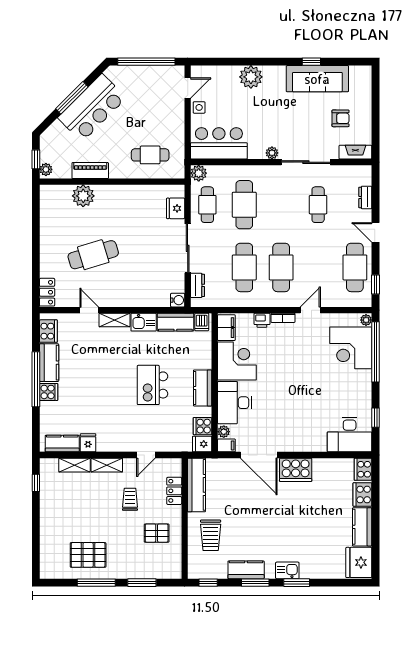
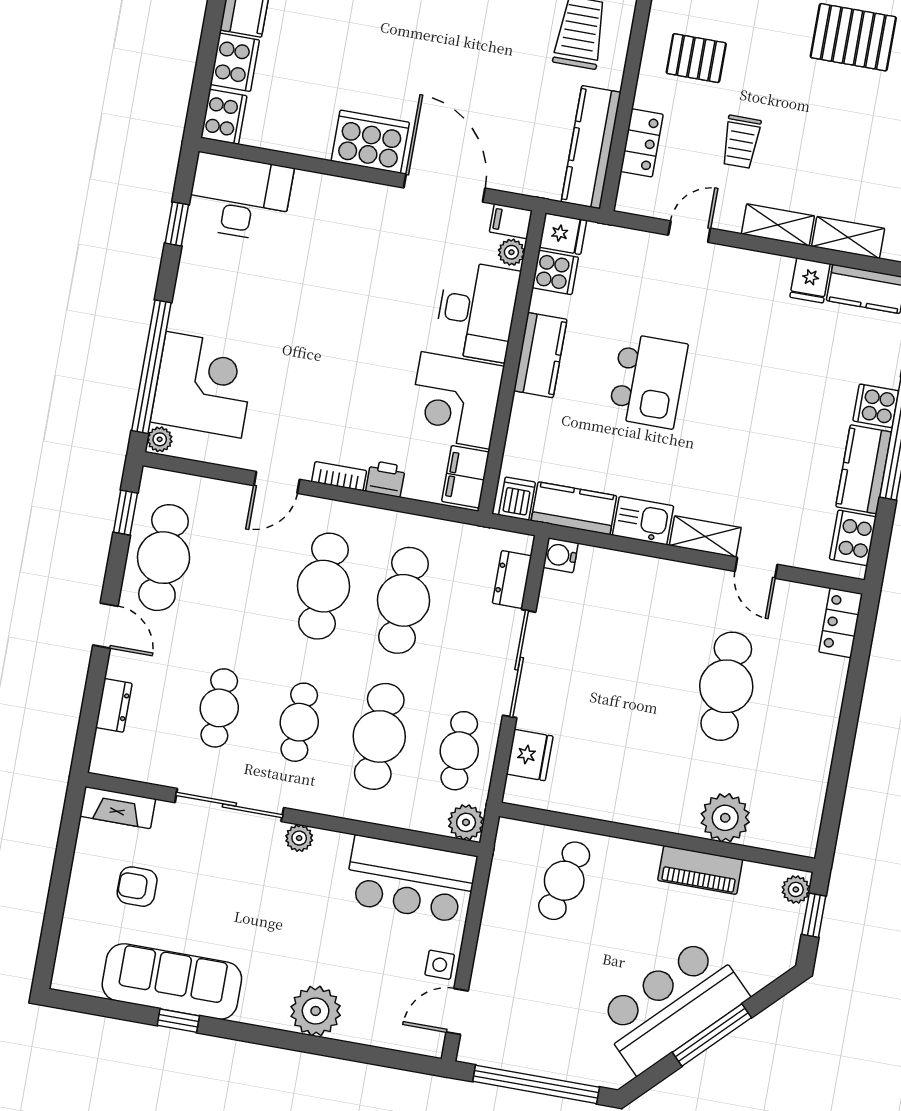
cafe table: (150, 155) -> (564, 881), turned -76
cafe table: (281, 205) -> (299, 722), added
cafe table: (93, 255) -> (726, 686), turned -73

